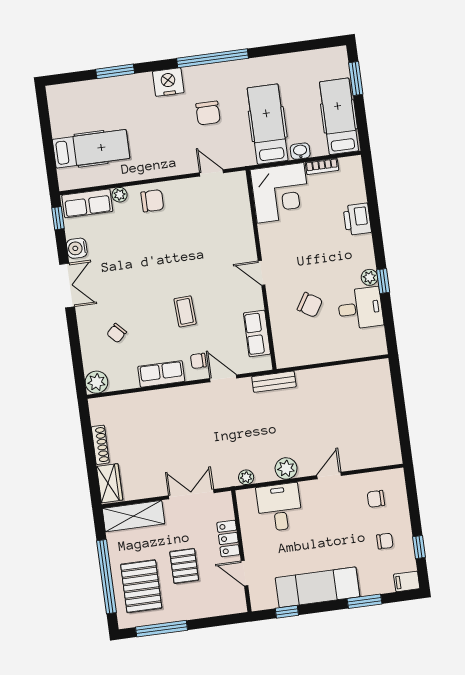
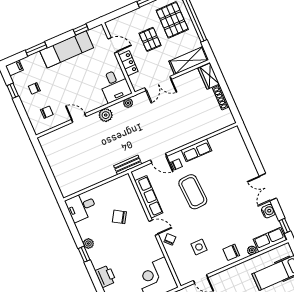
side table: (200, 223) -> (199, 247), added
window: (383, 281) -> (84, 254), moved
desk: (360, 308) -> (81, 207), moved
coffee table: (185, 311) -> (193, 192), width x1.86, depth x1.72
chair: (117, 333) -> (170, 239), moved
row of seats: (257, 333) -> (149, 197), width x1.48
plant: (96, 382) -> (234, 134), removed
door: (329, 476) -> (79, 118), swing flipped
desk: (279, 507) -> (115, 86), moved

